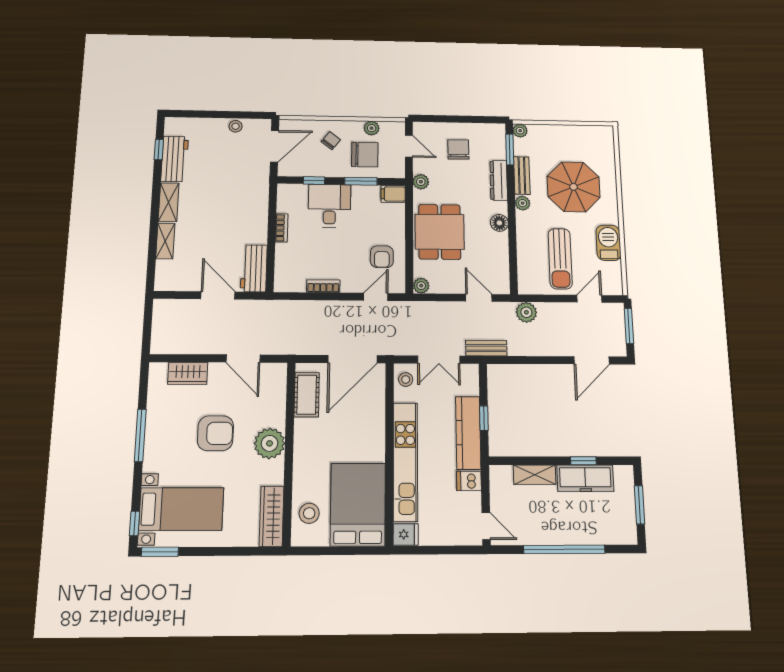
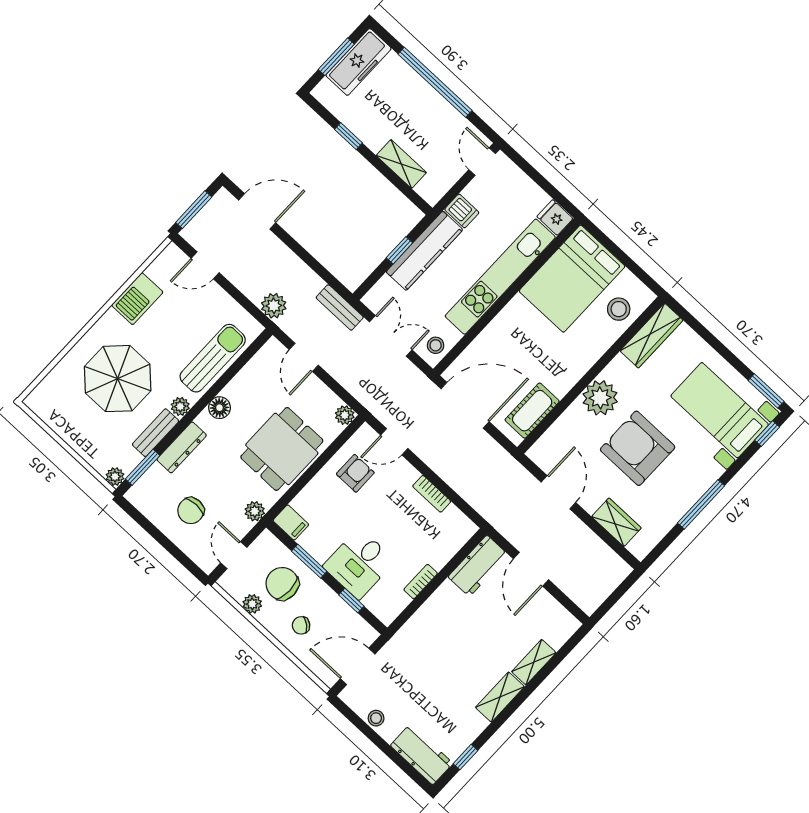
workbench: (175, 159) -> (422, 754), moved, turned 90
sun lounger: (560, 259) -> (213, 358), moved
armchair: (215, 433) -> (638, 448), width x1.36, depth x1.36
freezer: (585, 478) -> (359, 62), moved, turned 90

